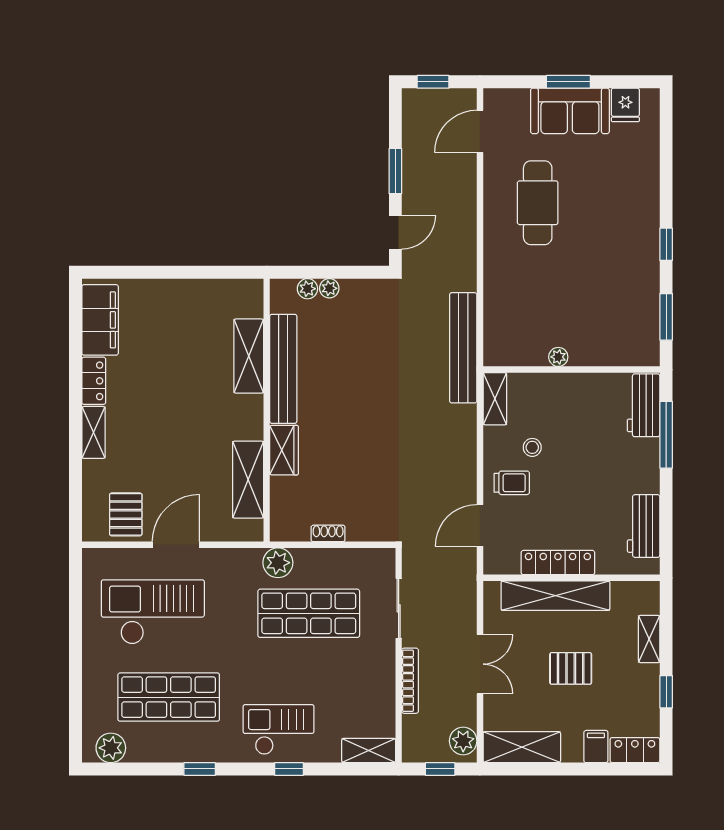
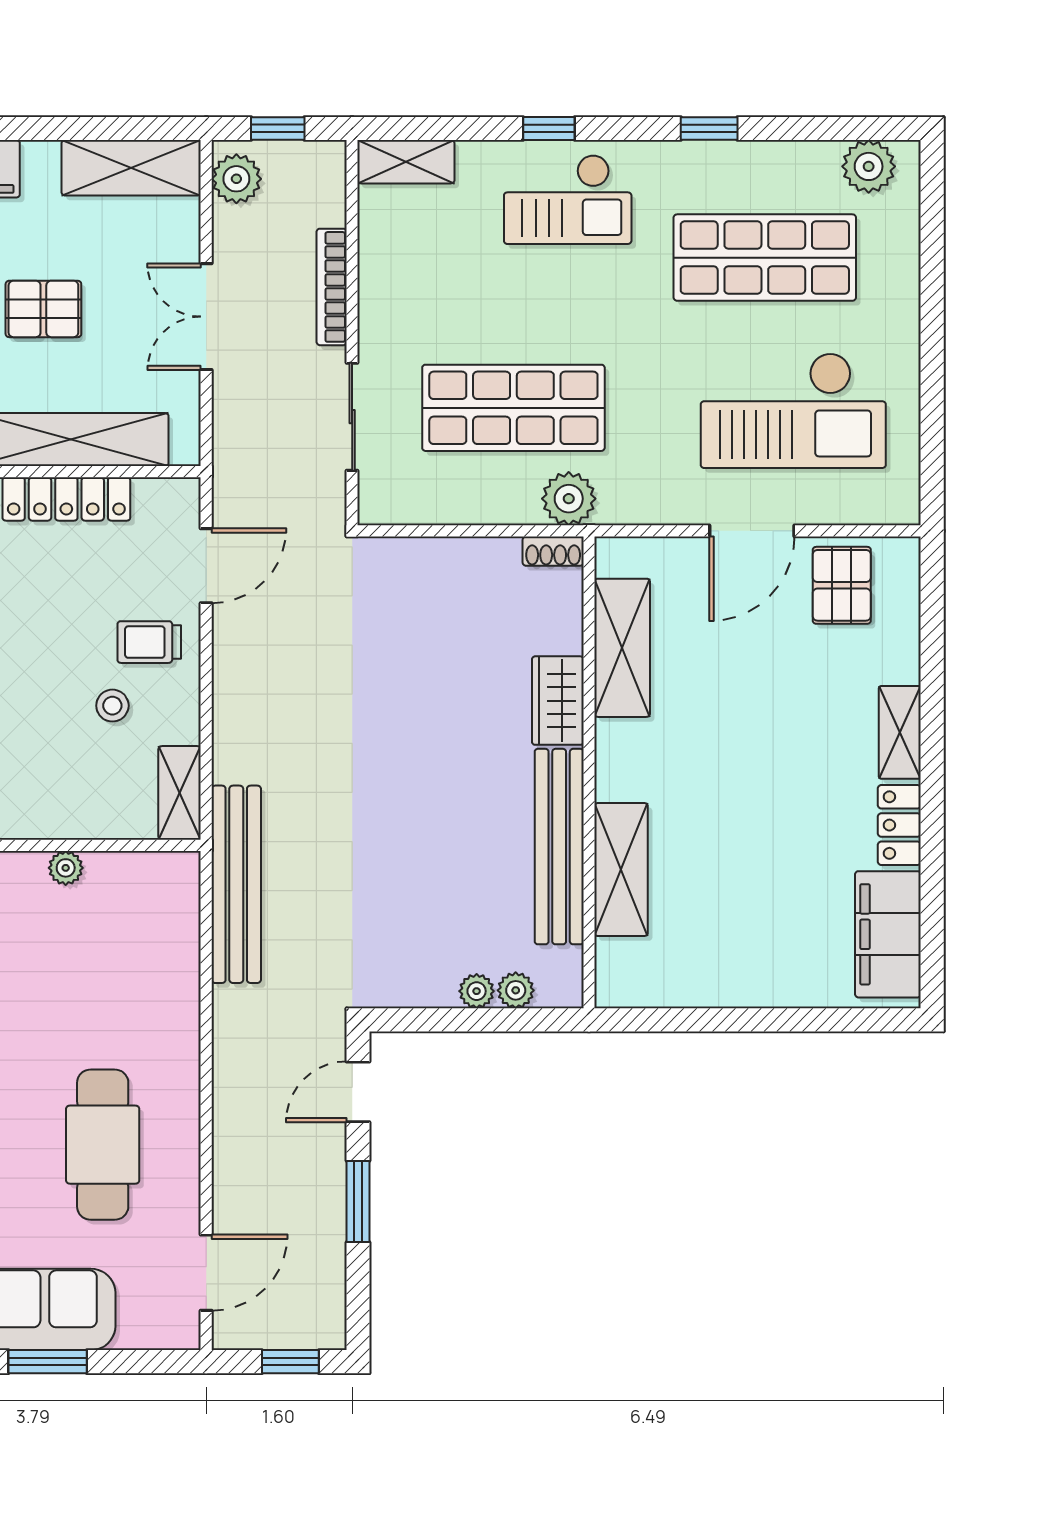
shoe rack: (328, 533) -> (553, 551), moved

